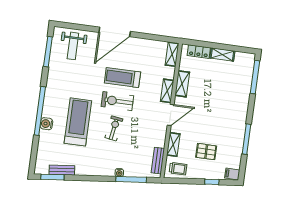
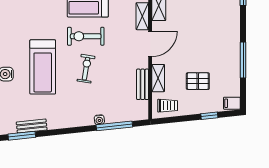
treadmill: (78, 122) -> (43, 67), turned 180
bench: (158, 161) -> (143, 84), moved

